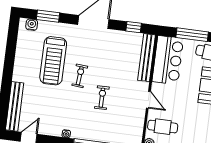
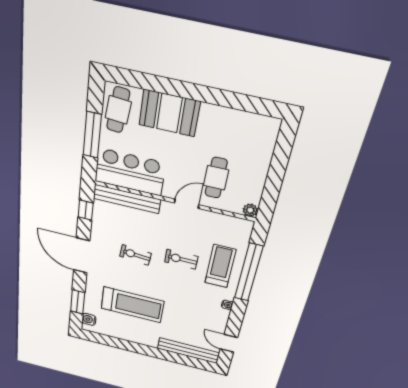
exercise bike: (80, 76) -> (135, 255), moved
treadmill: (100, 126) -> (220, 266), added
cafe table: (163, 127) -> (216, 178), moved

